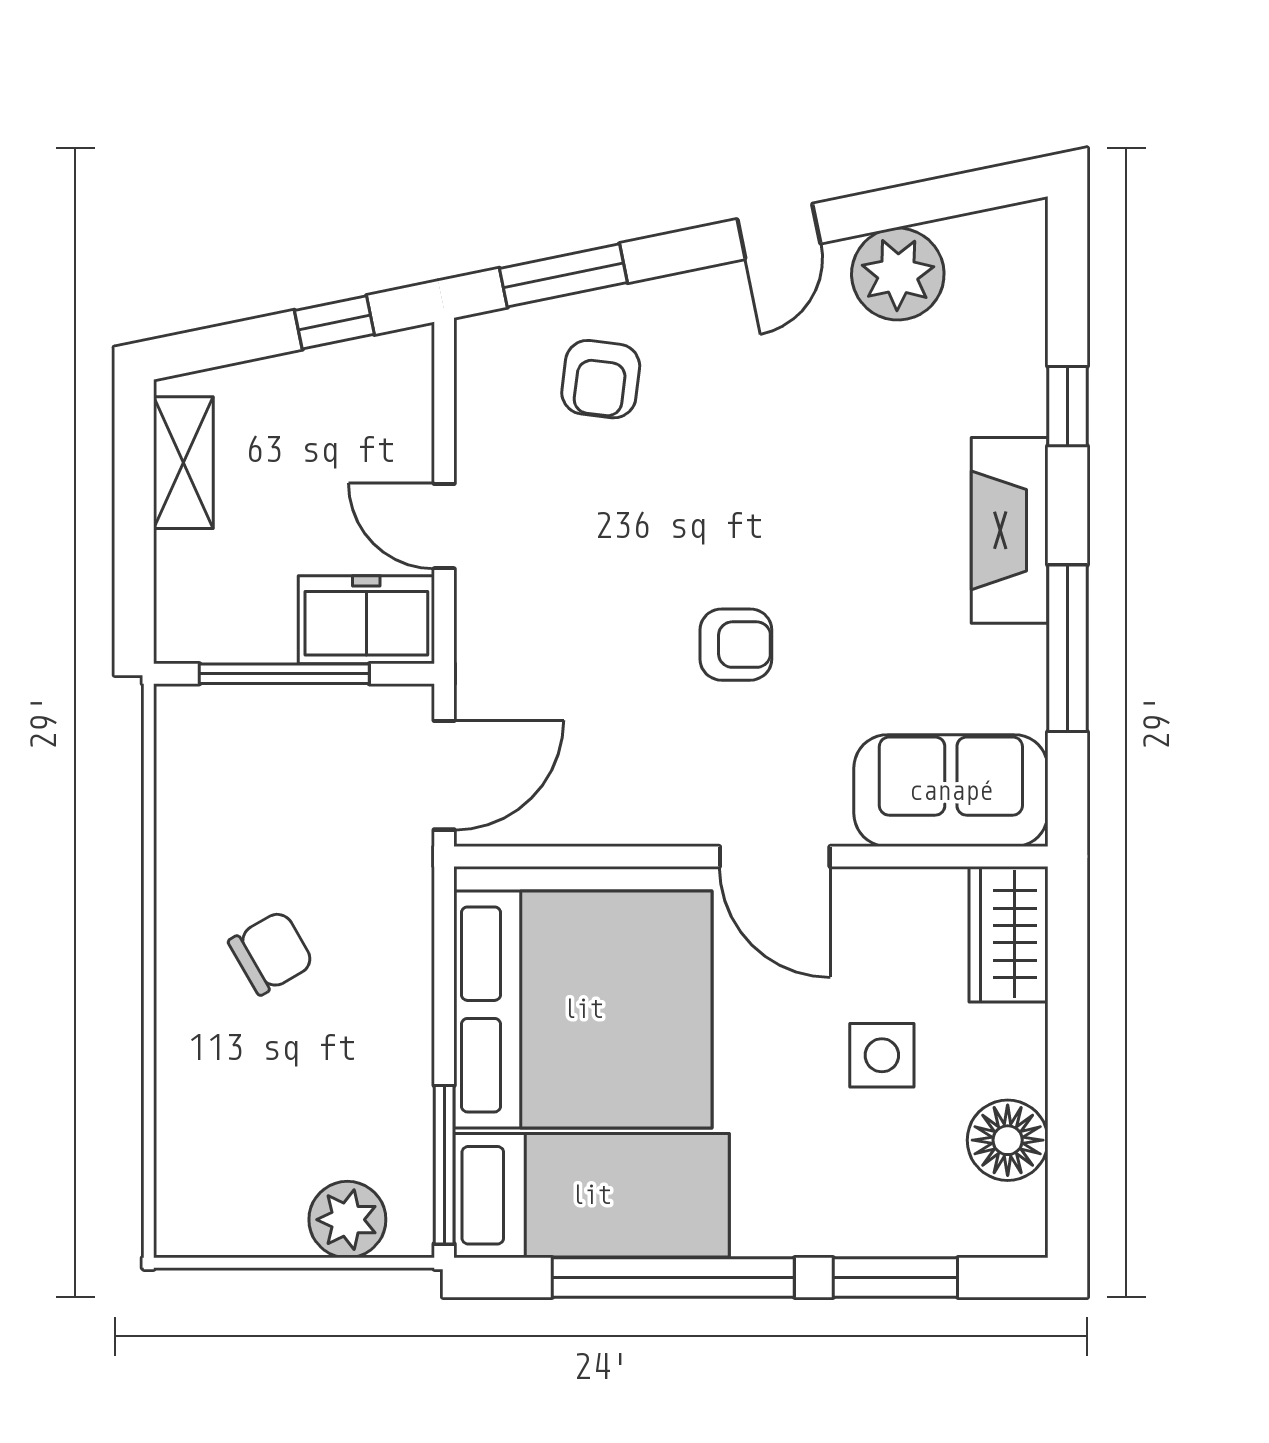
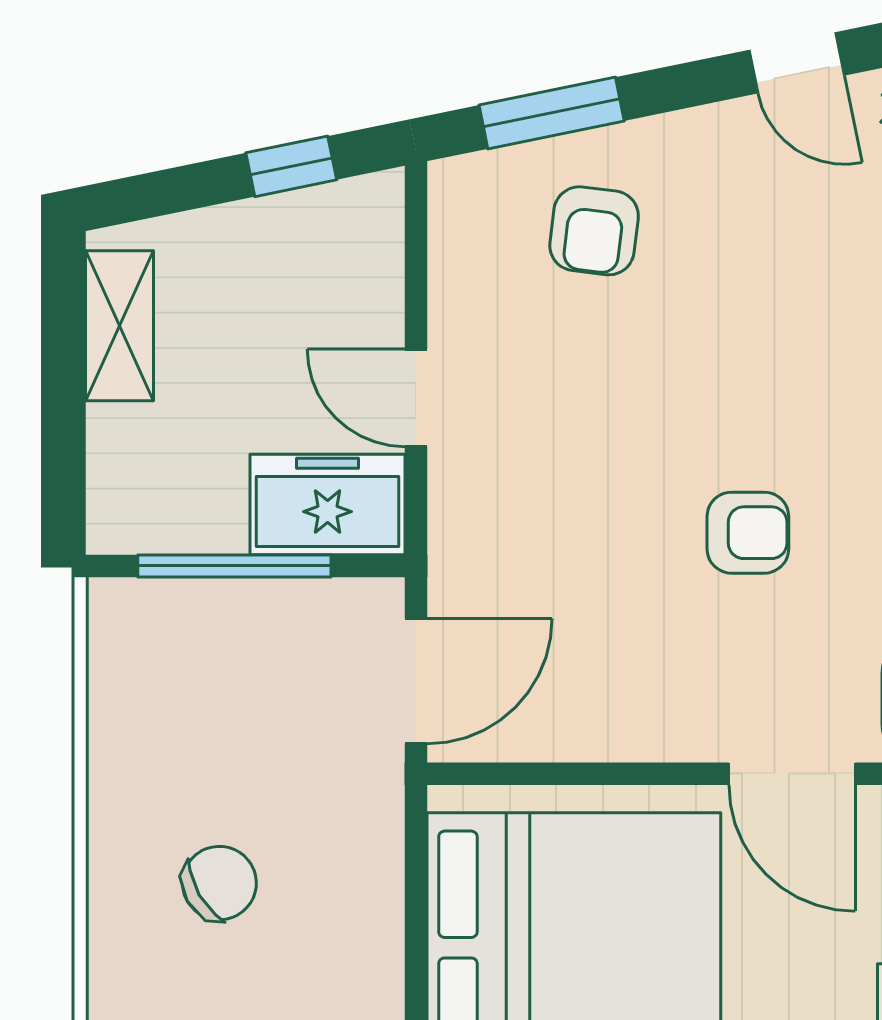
door: (779, 231) -> (797, 63), hinge flipped

